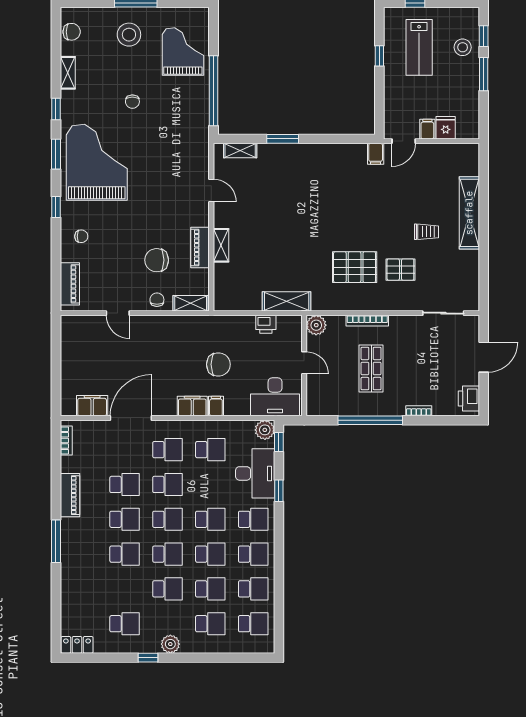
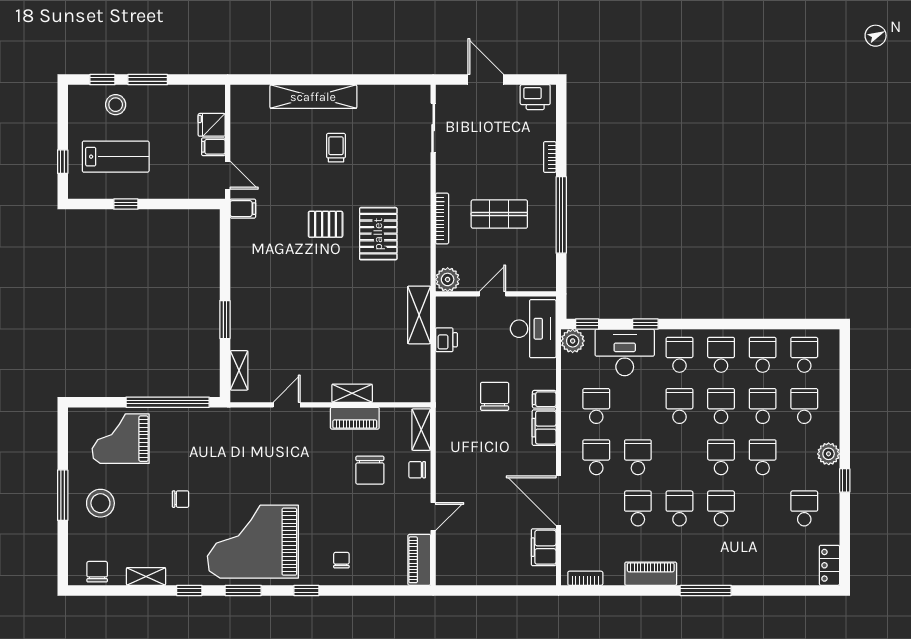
pallet: (400, 270) -> (326, 224), moved, turned 90
piano: (70, 284) -> (419, 560), moved, turned -90
school desk: (167, 519) -> (679, 457), removed

